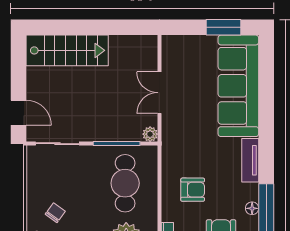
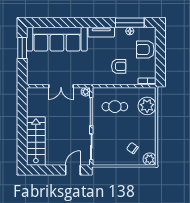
cafe table: (125, 183) -> (115, 107), width x0.73, depth x0.74
armchair: (193, 190) -> (119, 66), turned 90

